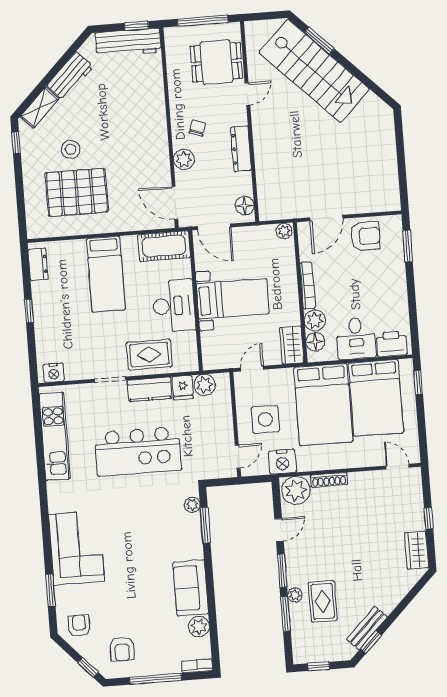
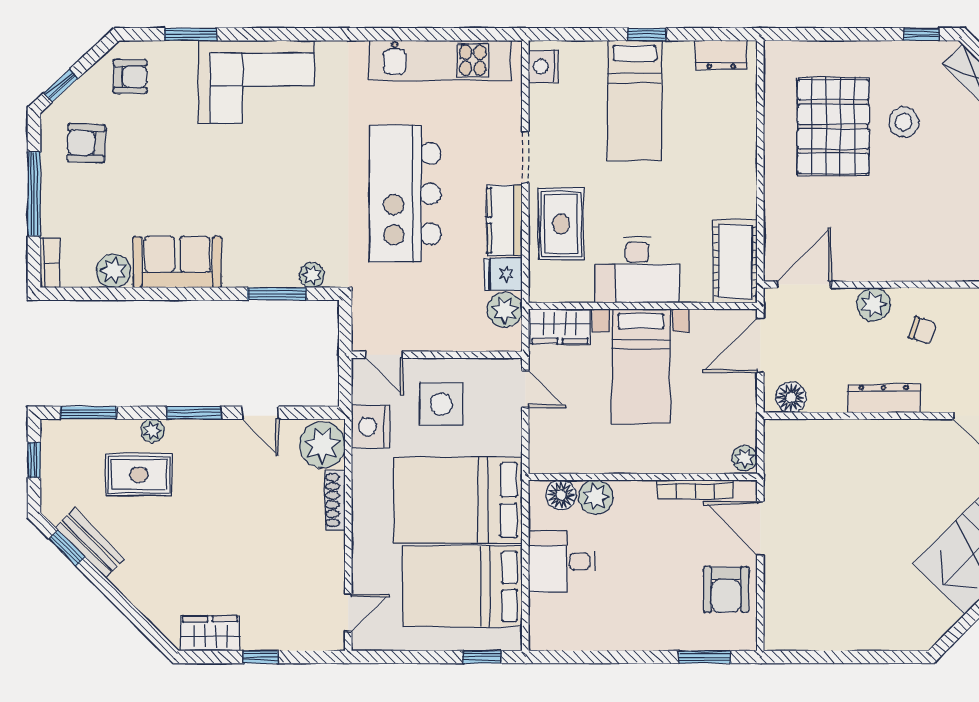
bed: (106, 274) -> (635, 101), moved, turned -90
bookcase: (308, 286) -> (695, 490), moved
printer: (392, 344) -> (548, 619), removed
wardrobe: (292, 345) -> (560, 327), moved, turned 180
window: (286, 614) -> (88, 413), moved

